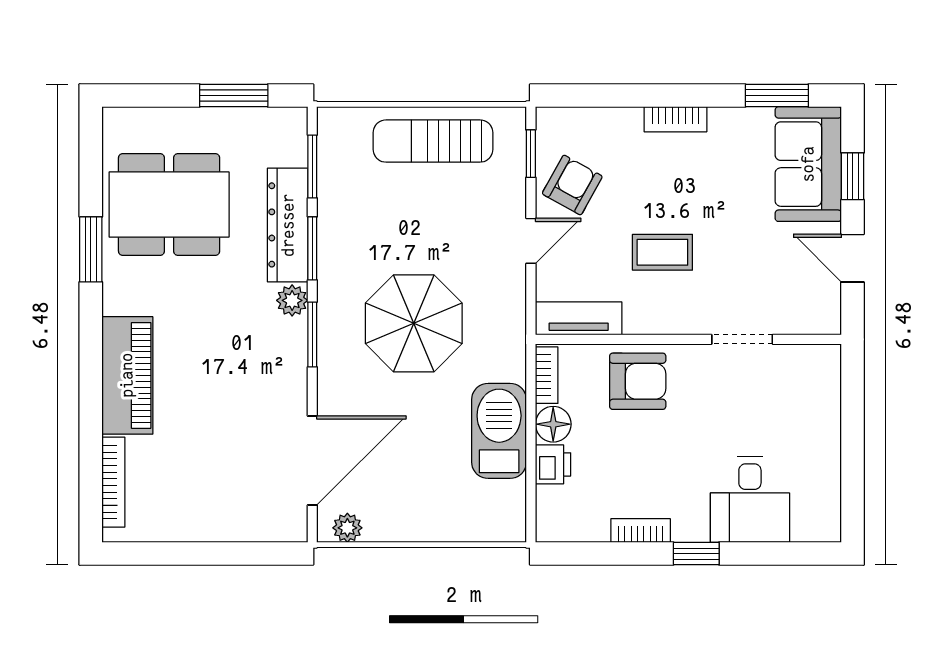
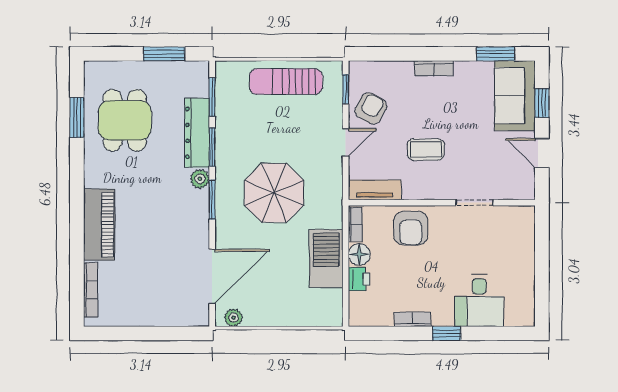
dining table: (169, 204) -> (125, 120), width x0.73
window: (91, 249) -> (77, 117), moved
armchair: (638, 381) -> (411, 228), turned 90

